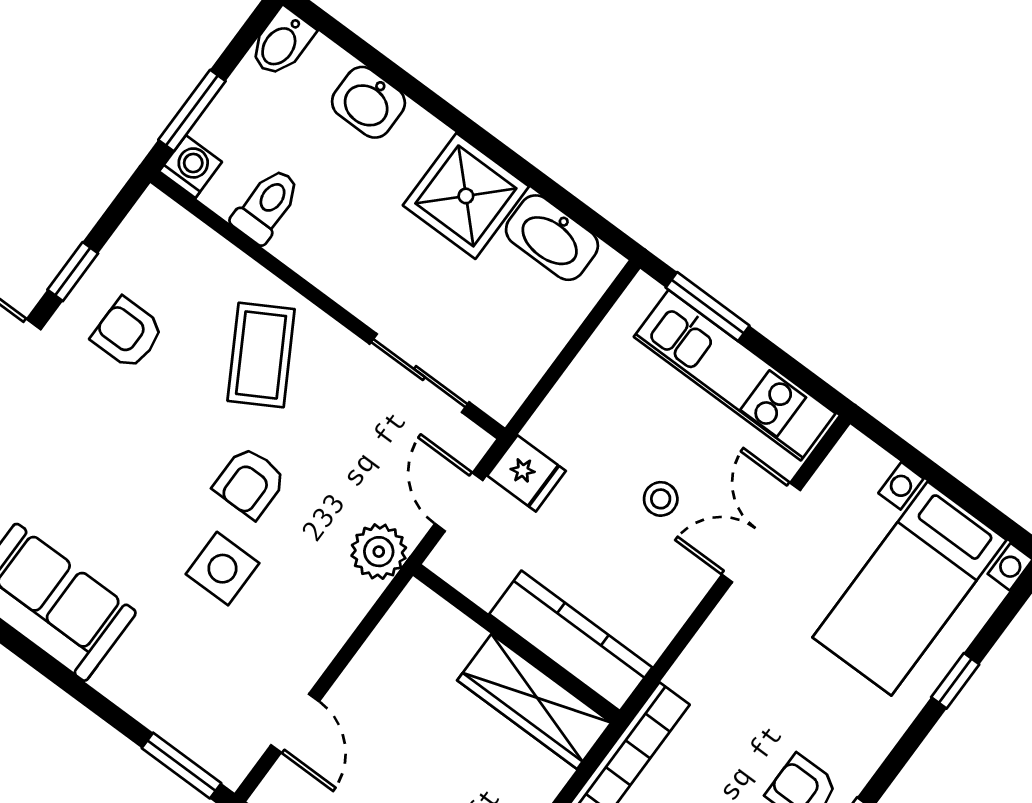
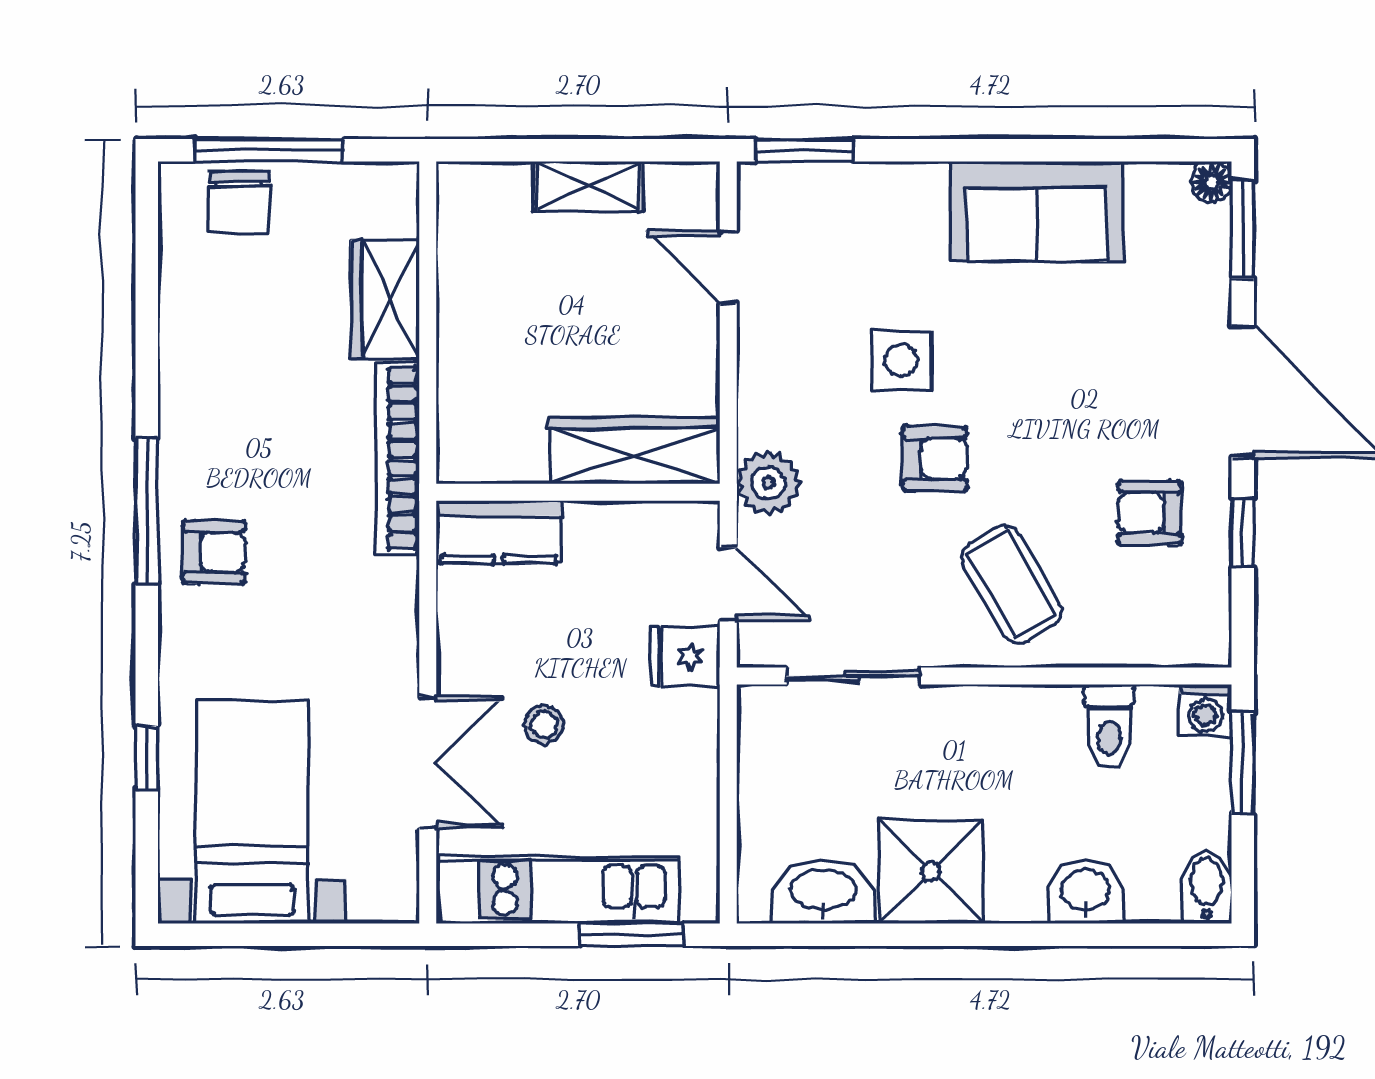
armchair: (128, 333) -> (1150, 513), turned 180
armchair: (250, 483) -> (935, 459), turned 90
kitchen counter: (571, 641) -> (499, 532), width x0.67
wardrobe: (534, 701) -> (634, 451), moved

